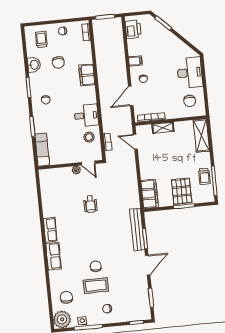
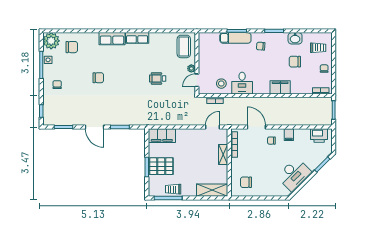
desk: (190, 73) -> (294, 174), moved, turned -45
exam couch: (42, 150) -> (235, 38), moved
bench: (137, 229) -> (129, 120), removed
coffee table: (96, 286) -> (184, 46), moved

